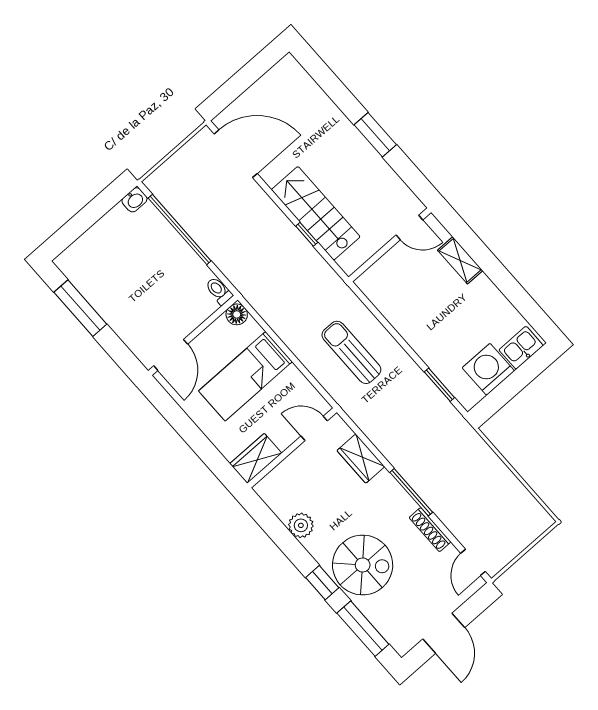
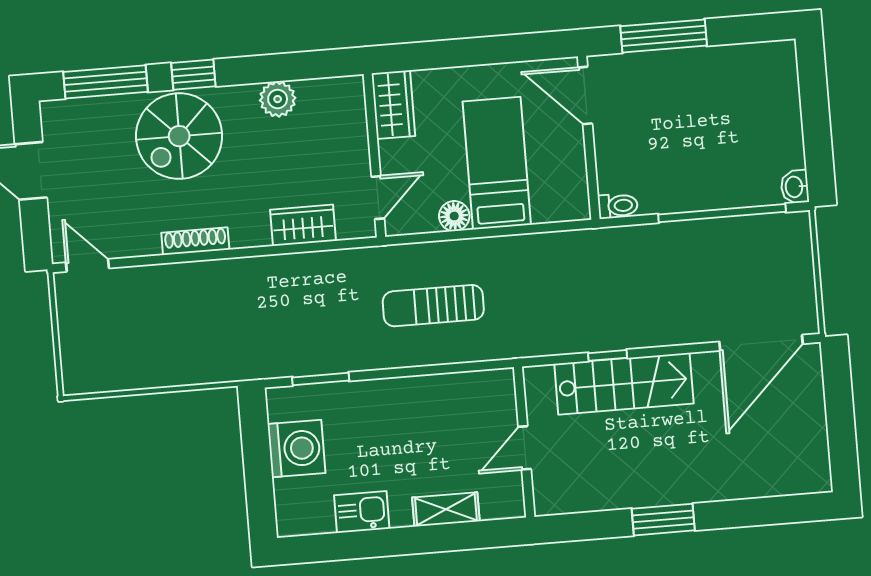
door: (409, 228) -> (525, 448), moved
window: (80, 308) -> (664, 36), moved
floor lamp: (237, 314) -> (454, 216), moved
kitchen sink: (521, 348) -> (362, 512), moved, turned -90
sun lounger: (351, 352) -> (433, 306), turned 180
window: (411, 492) -> (221, 254), removed
shoe rack: (430, 530) -> (195, 241), moved

